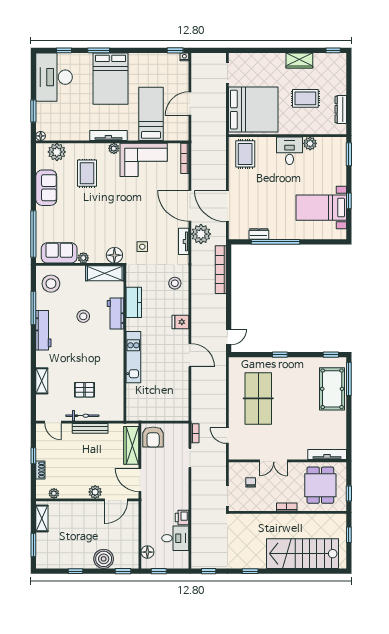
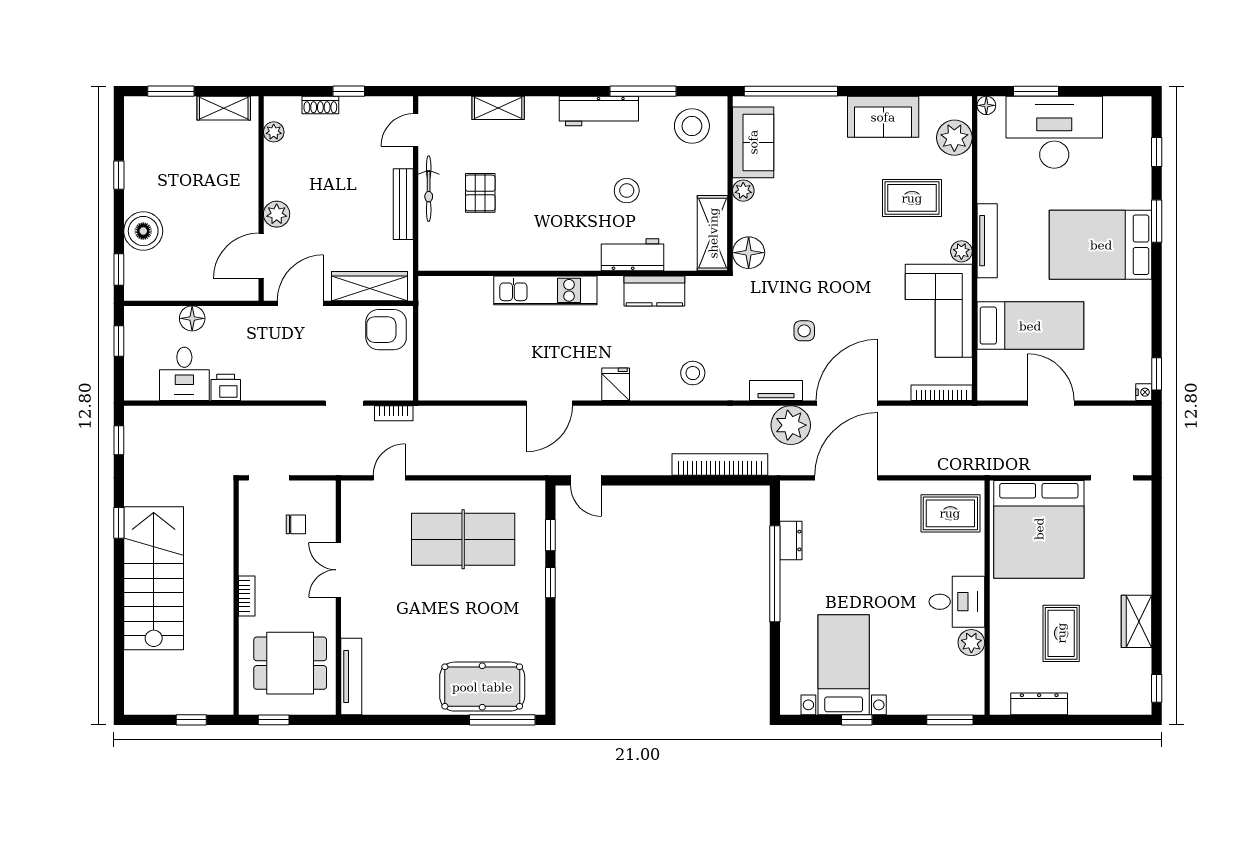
desk: (54, 77) -> (1054, 132), moved
side table: (142, 247) -> (804, 331), moved
window: (331, 355) -> (550, 535), moved
door: (116, 500) -> (261, 256), hinge flipped
floor lamp: (147, 552) -> (192, 318), moved
stairs: (303, 554) -> (154, 578), moved

